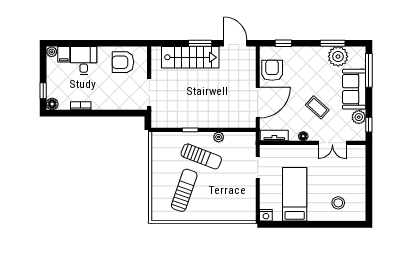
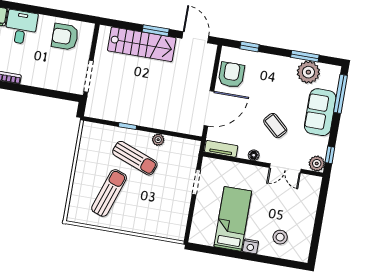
plant: (359, 117) -> (317, 163), moved
nightstand: (266, 215) -> (250, 246), moved

